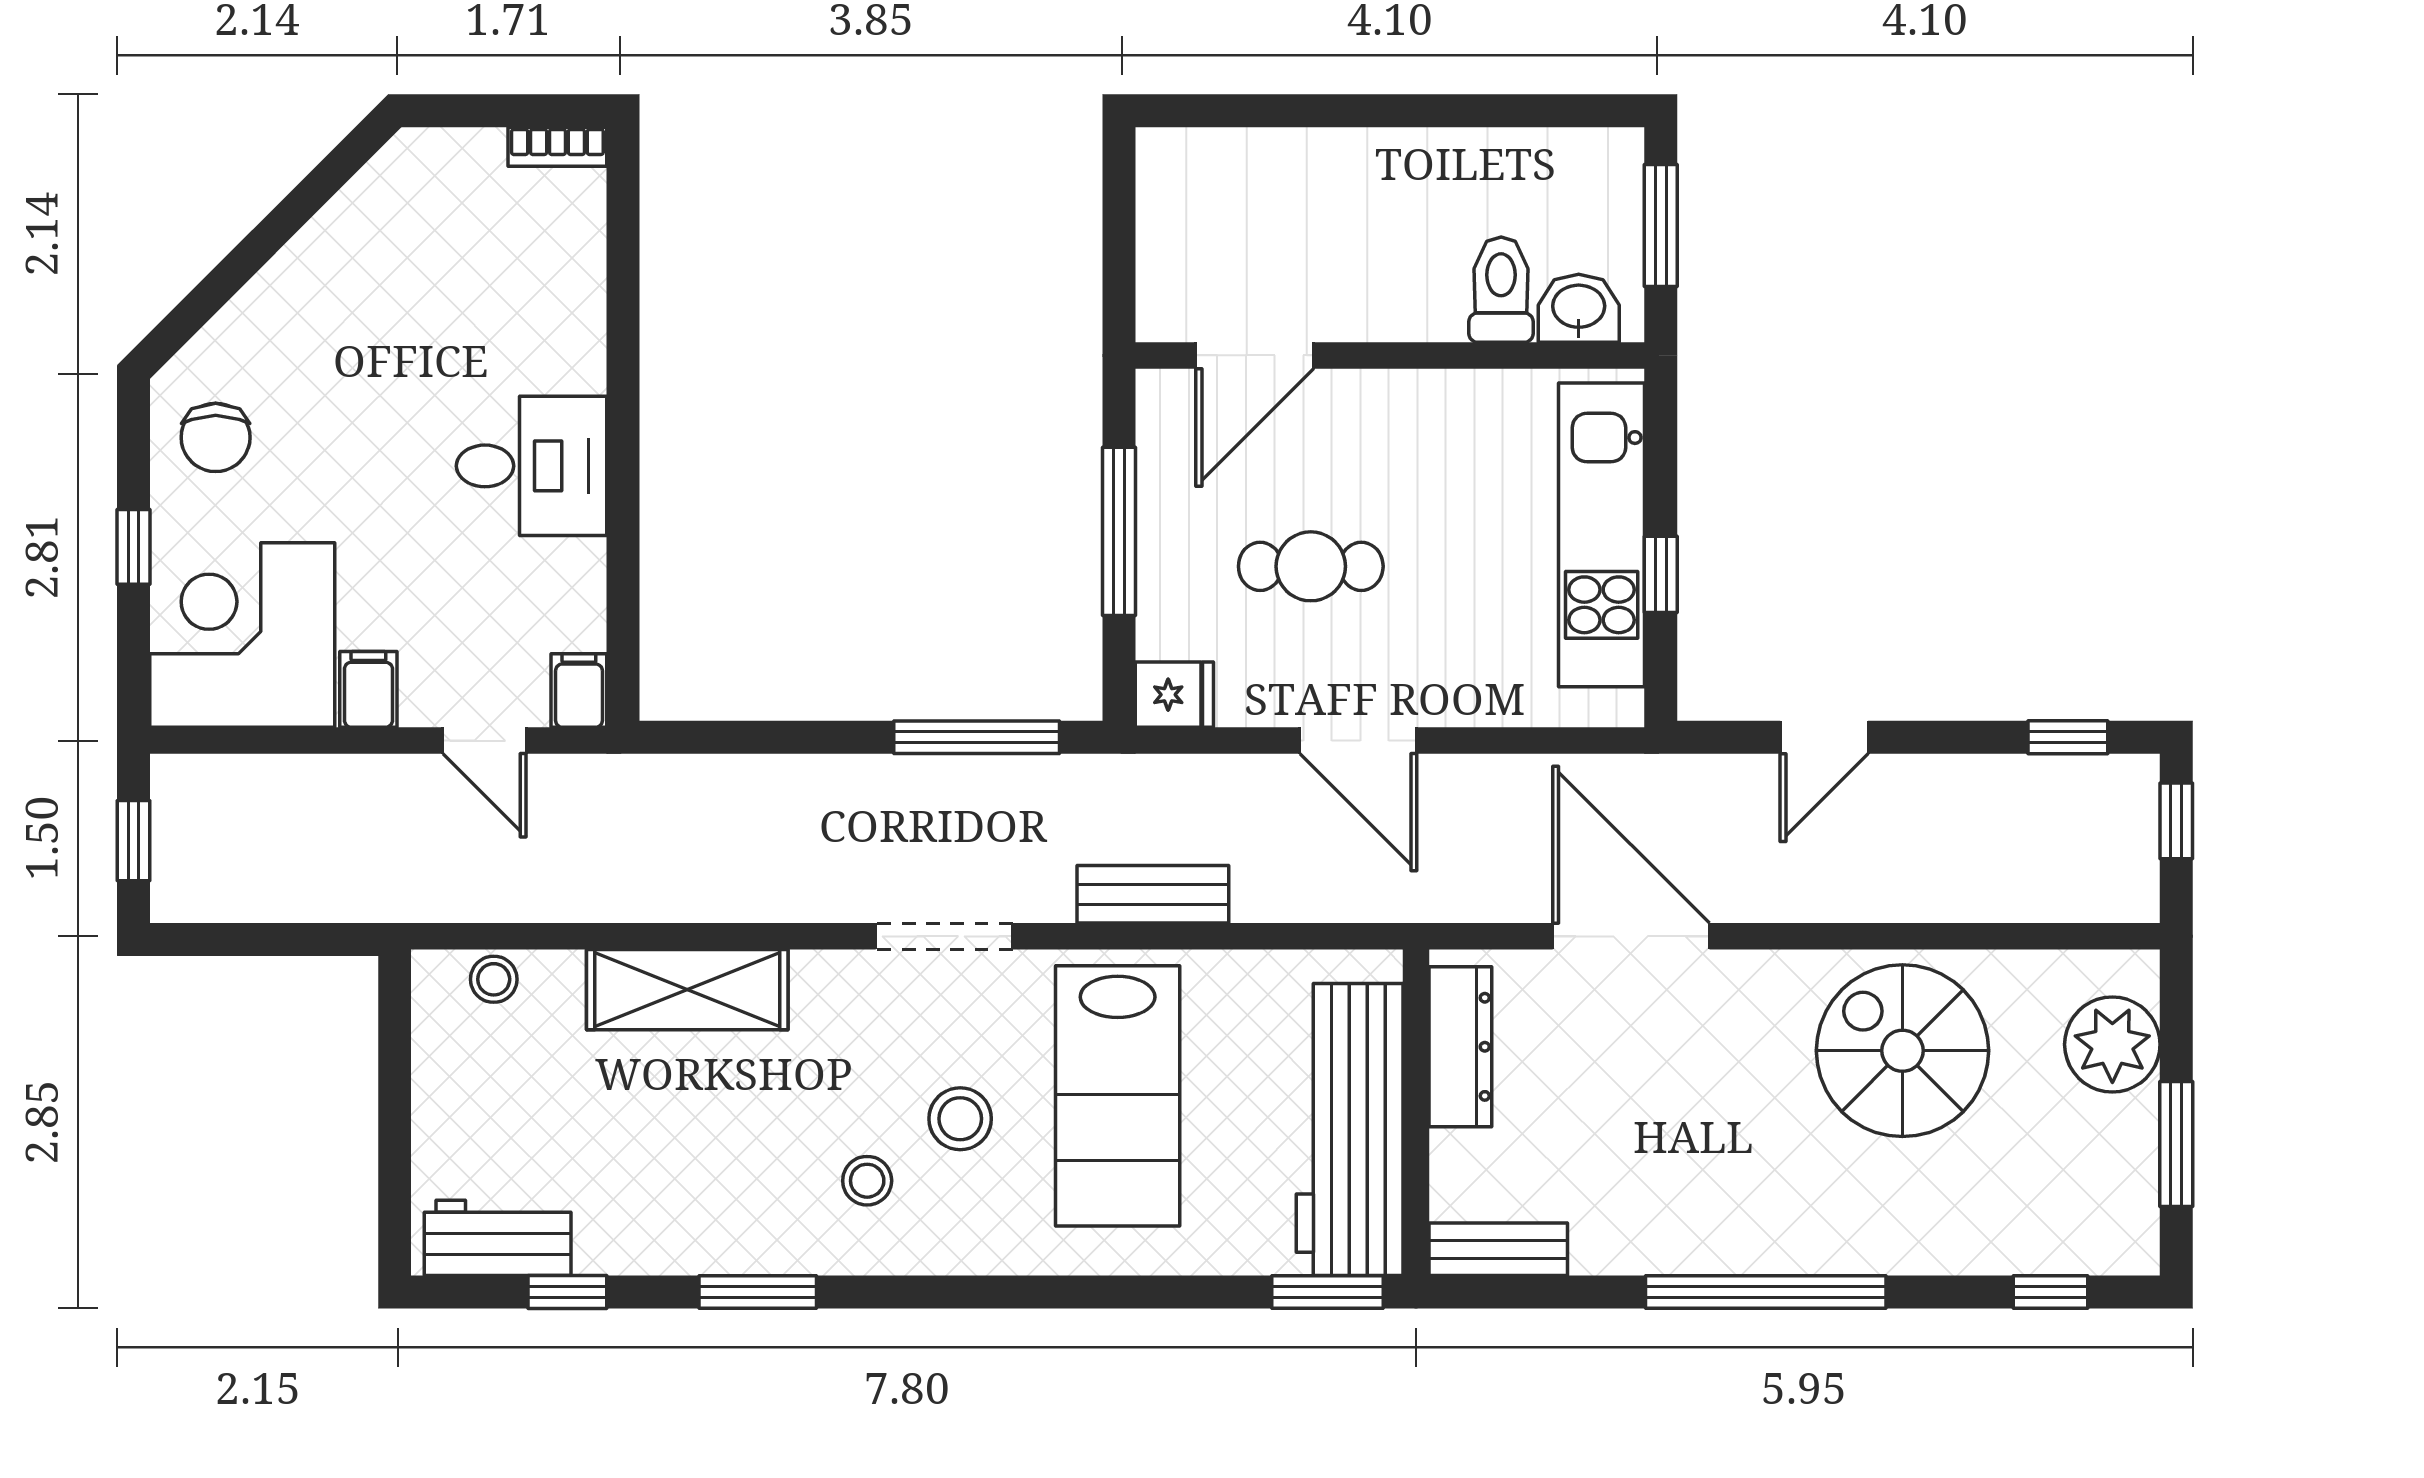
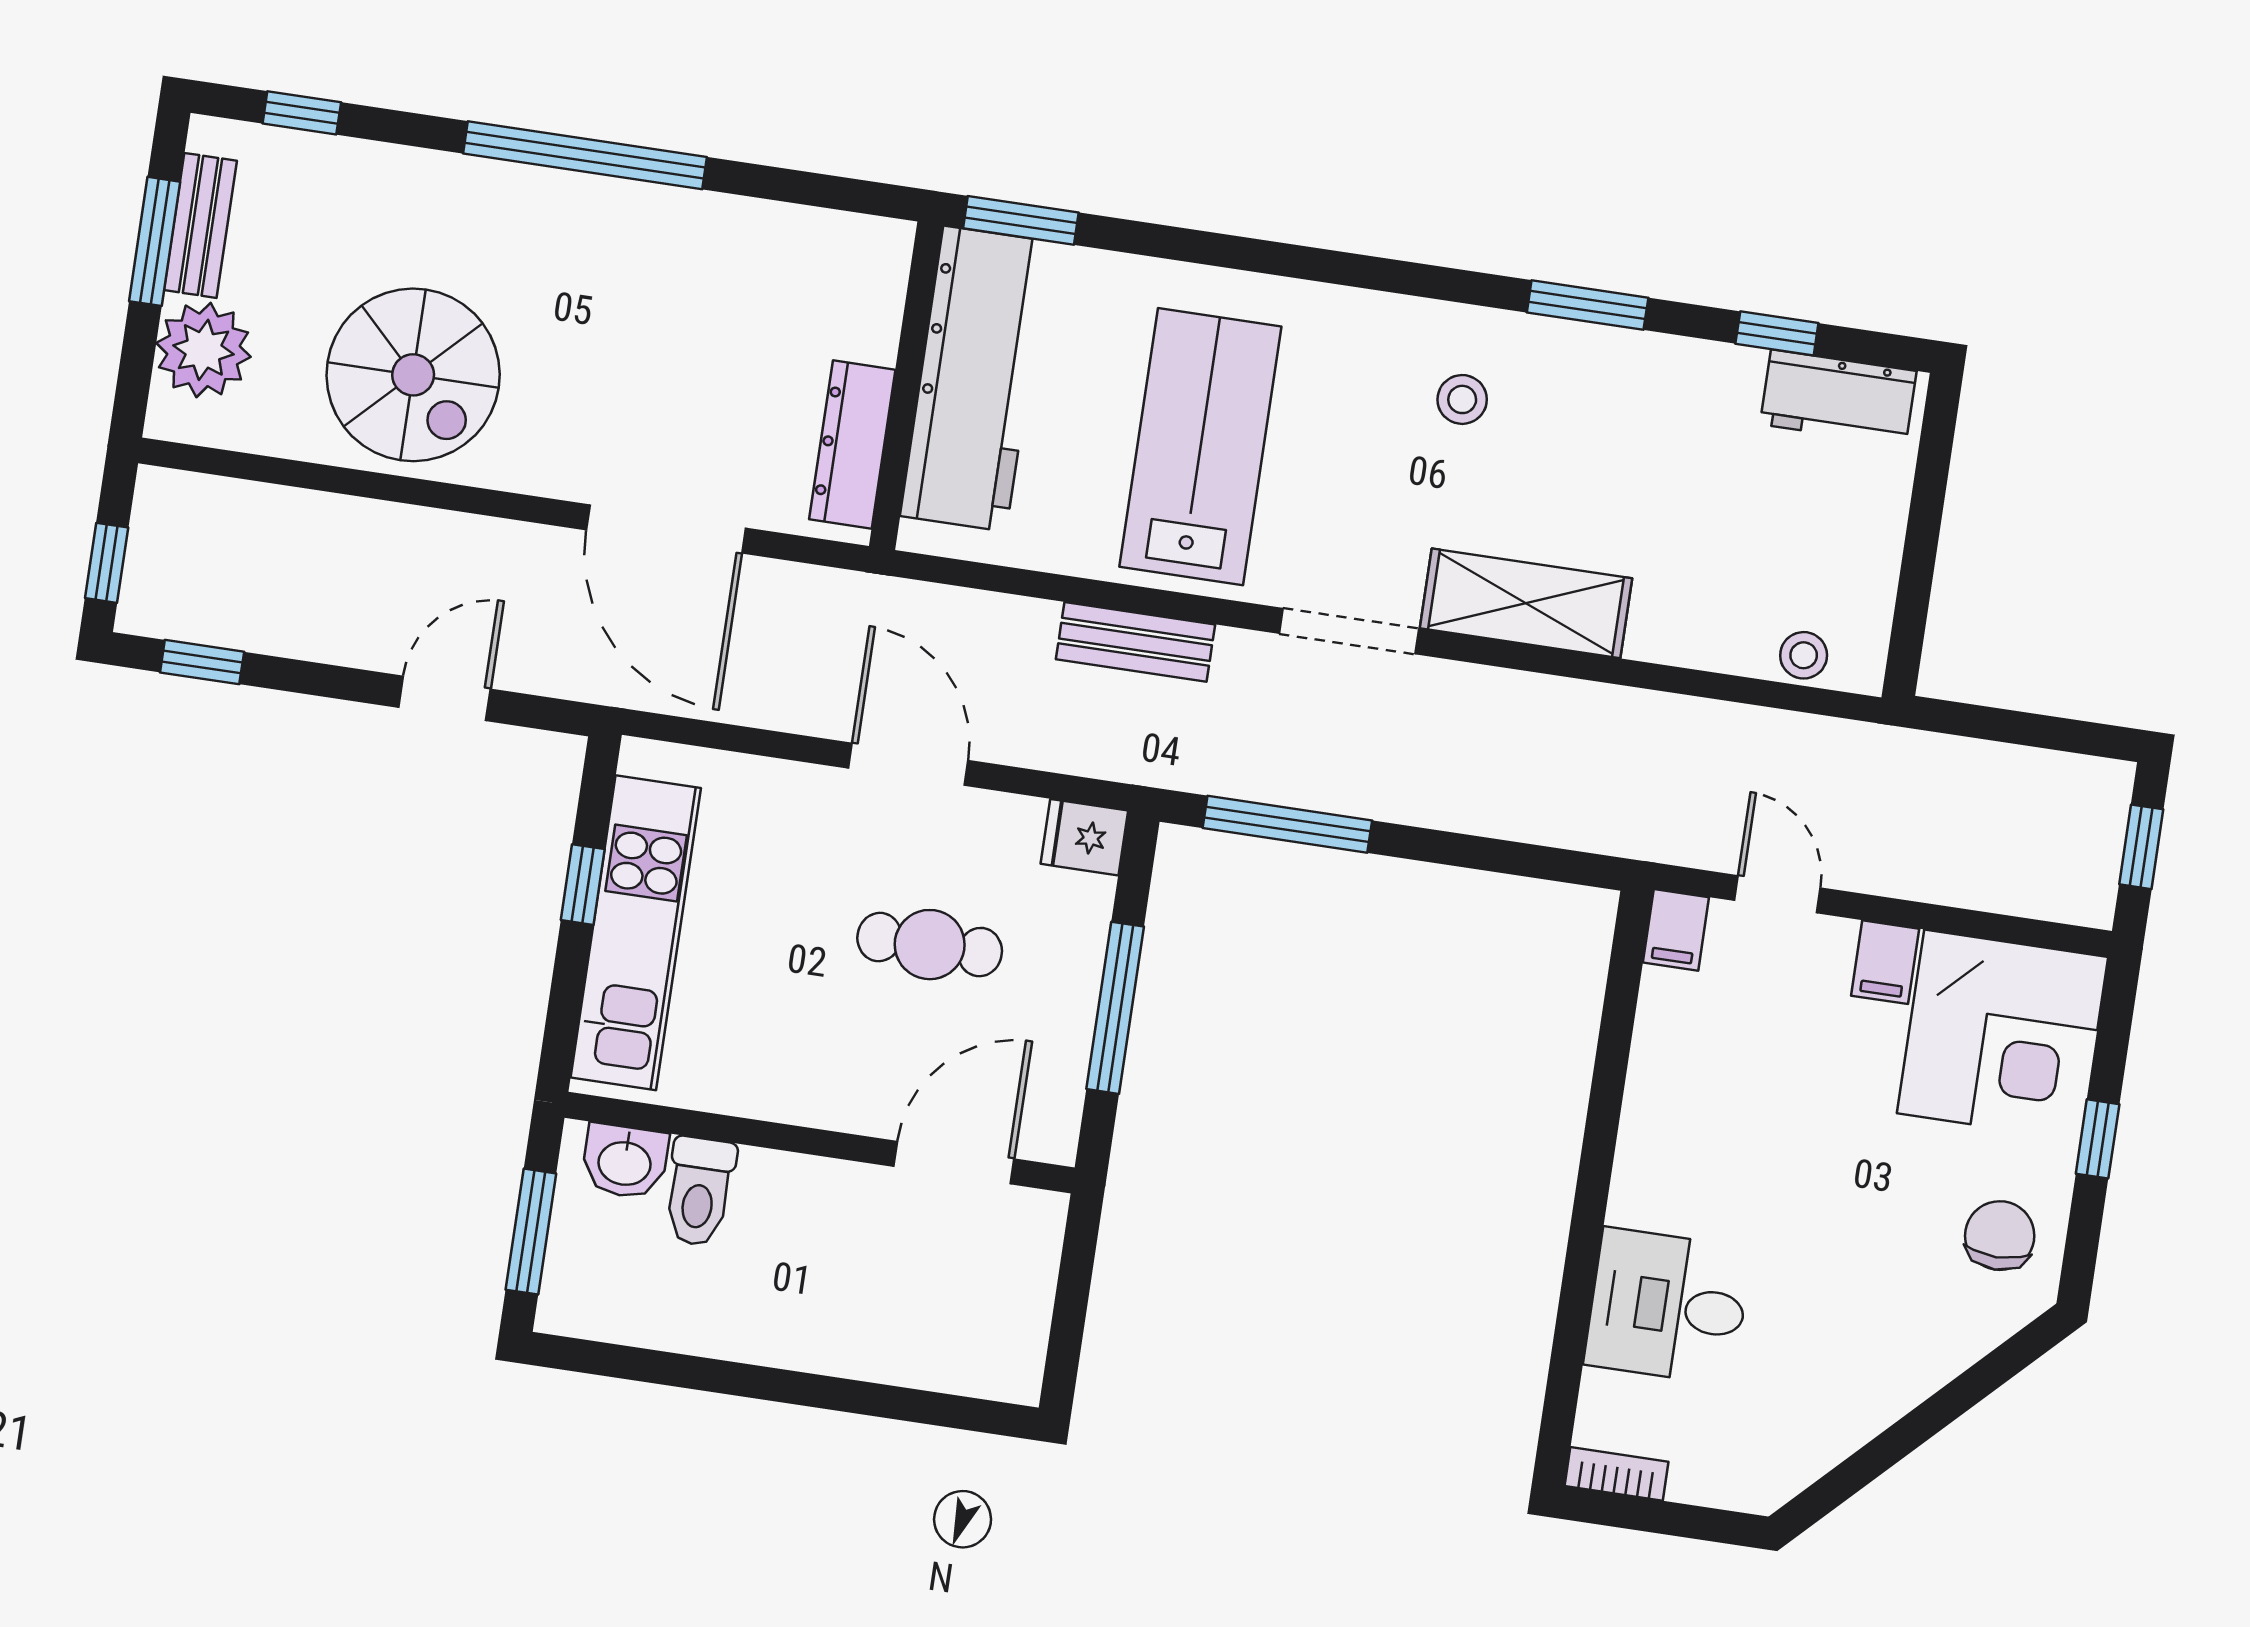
desk: (532, 466) -> (1668, 1306), moved
shelving: (687, 990) -> (1526, 603), moved
stool: (960, 1119) -> (1360, 447), removed
bench: (1498, 1249) -> (200, 225), moved, turned 90

